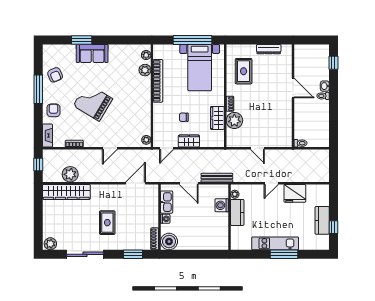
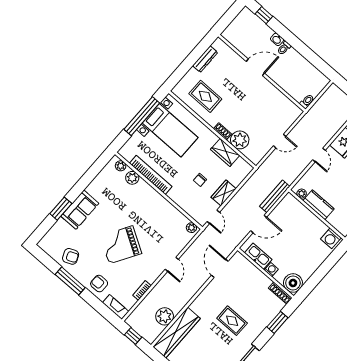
washing machine: (222, 205) -> (331, 238), moved

